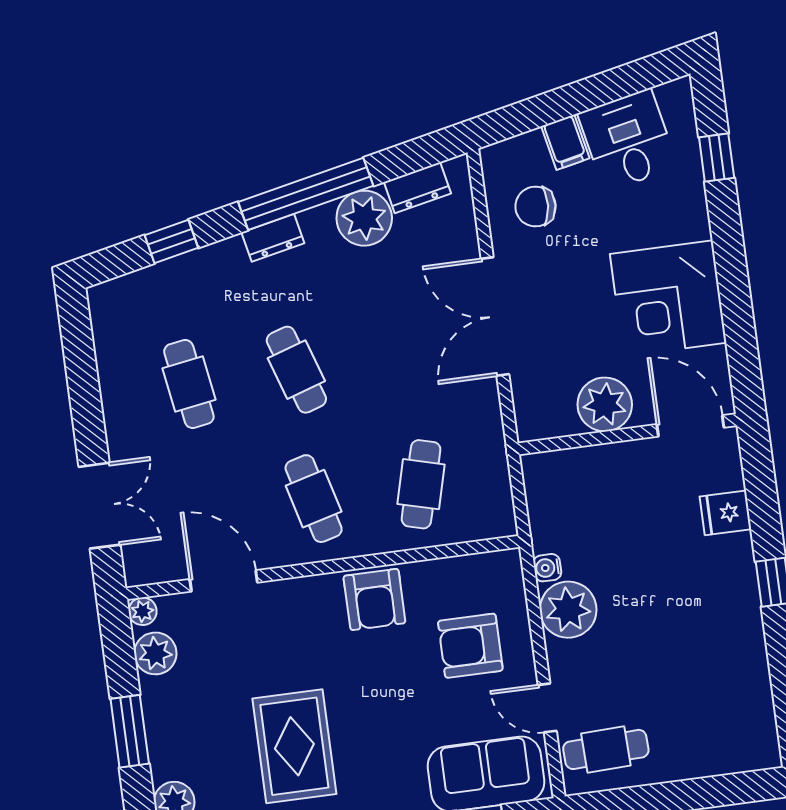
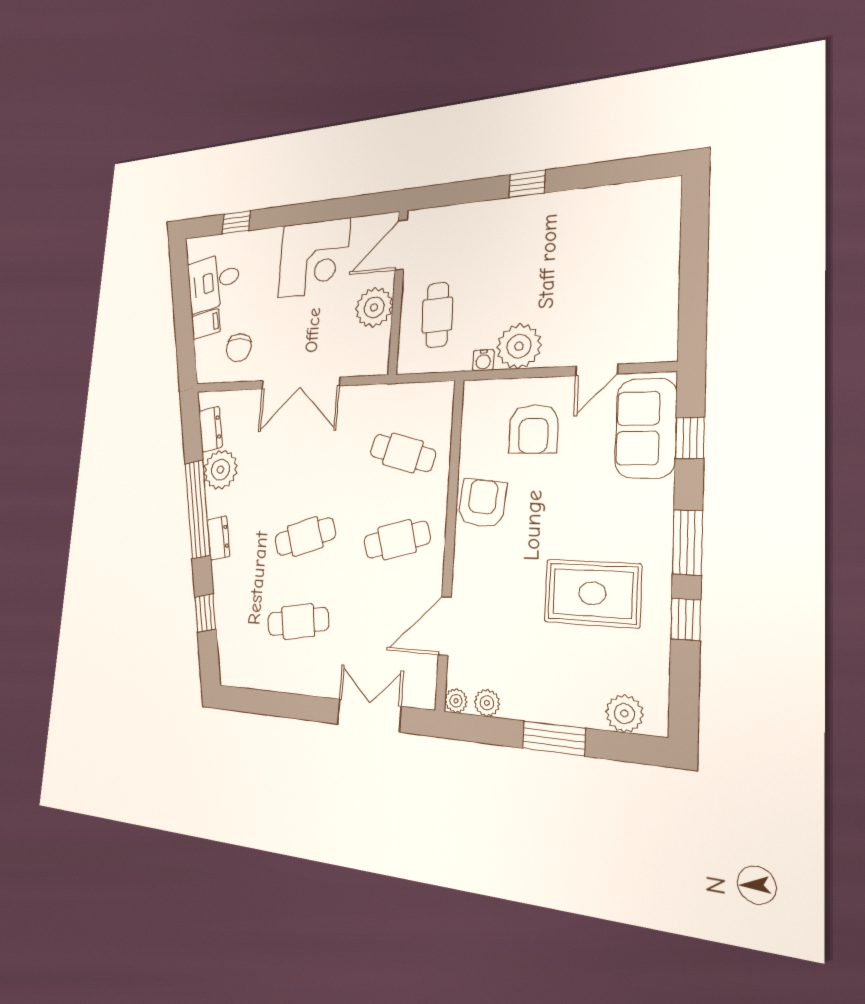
fridge: (725, 513) -> (468, 220), removed
armchair: (374, 599) -> (482, 503), turned -85
plant: (155, 653) -> (487, 703), width x0.73, depth x0.73
cafe table: (606, 749) -> (437, 315), moved

